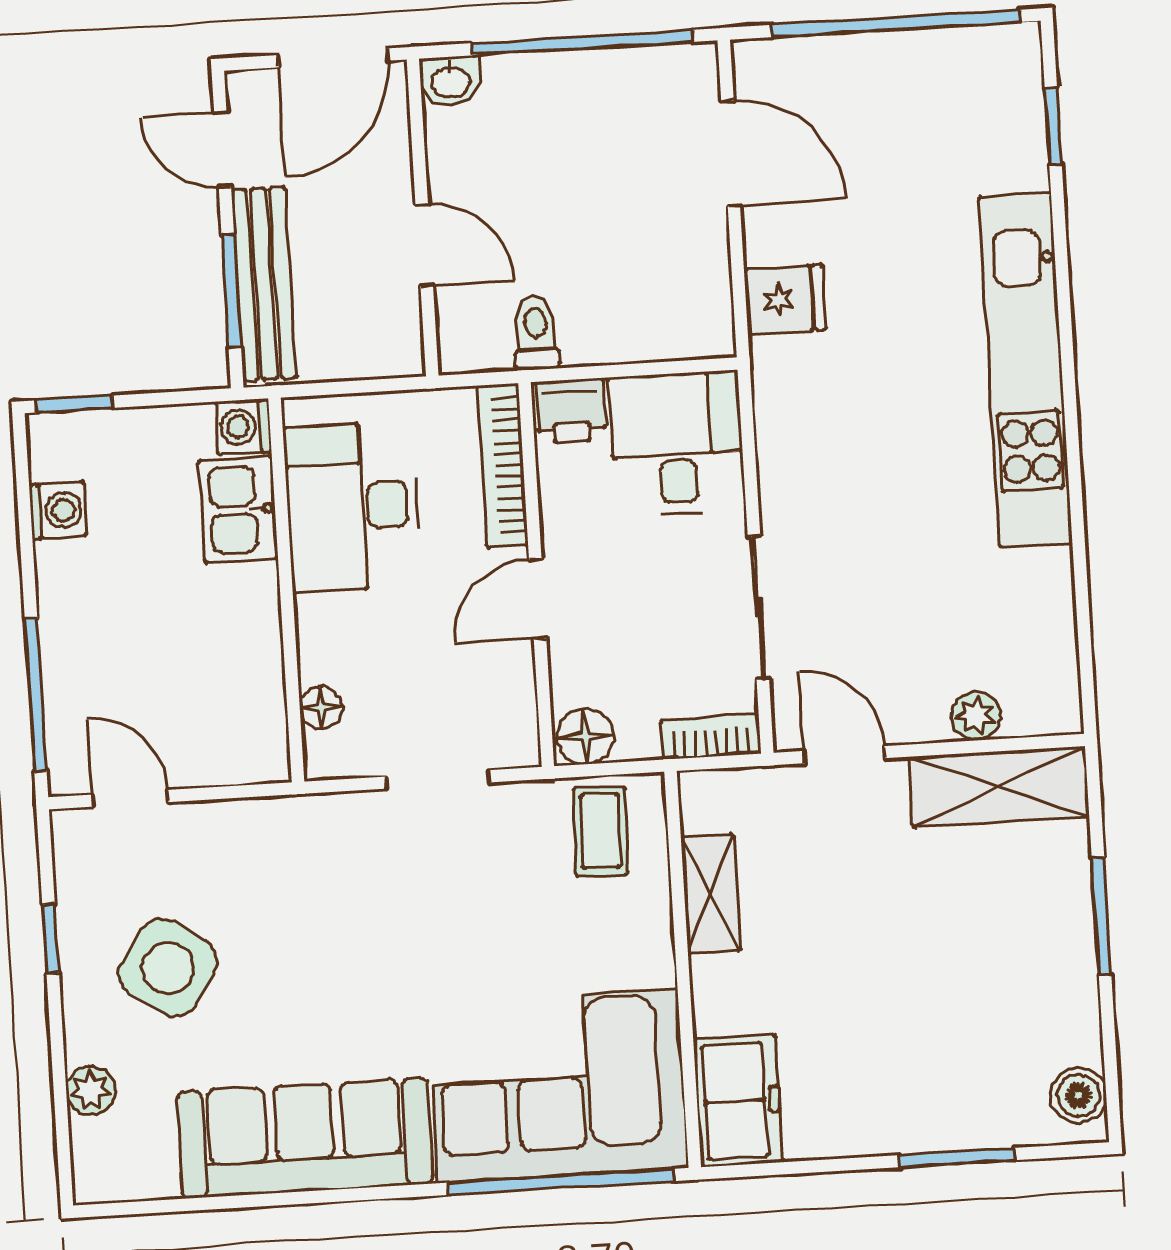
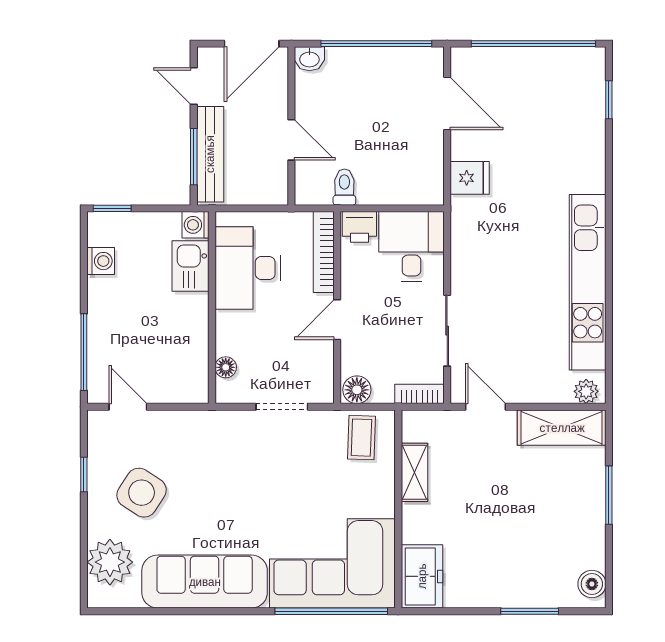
kitchen unit: (1026, 370) -> (588, 282), moved
plant: (976, 716) -> (586, 391), moved
plant: (91, 1090) -> (110, 562), width x1.88, depth x1.88

